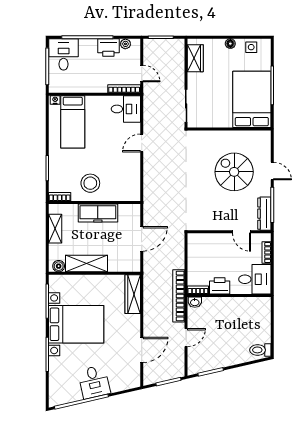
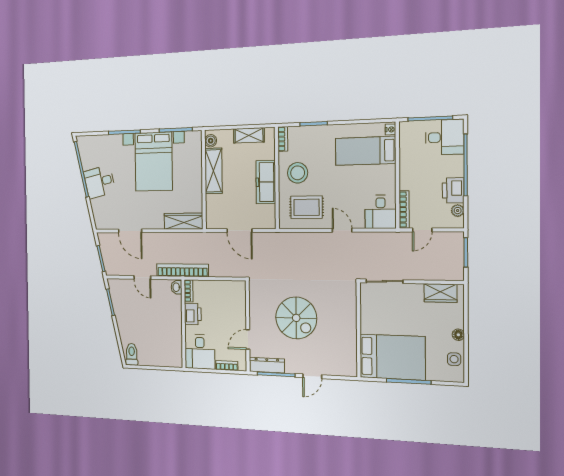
spiral stairs: (234, 172) -> (296, 318), moved, turned 90
rug: (121, 175) -> (306, 207), added

